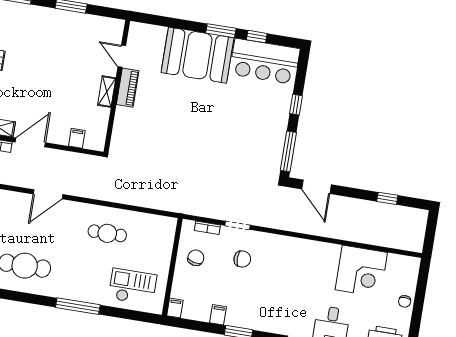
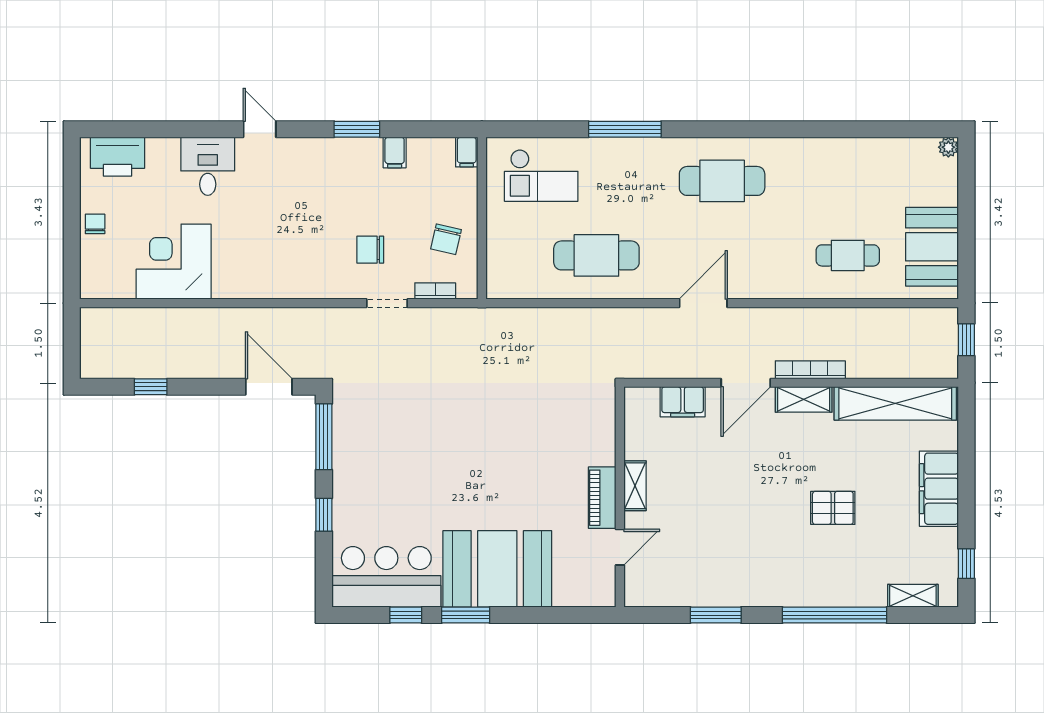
door: (122, 56) -> (620, 547), hinge flipped
filing cabinet: (77, 138) -> (683, 402), width x2.00
cafe table: (107, 233) -> (596, 255), width x1.37, depth x1.35

